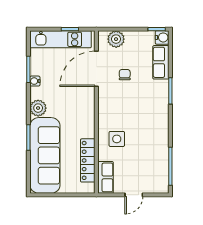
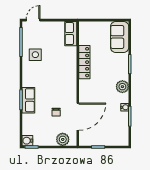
kitchen unit: (61, 39) -> (105, 139), removed
row of seats: (161, 62) -> (28, 100), moved
side table: (117, 139) -> (35, 55), moved
sofa: (45, 155) -> (120, 37), width x0.54, depth x0.79
locker: (88, 160) -> (84, 62), moved
door: (134, 195) -> (33, 20), moved

